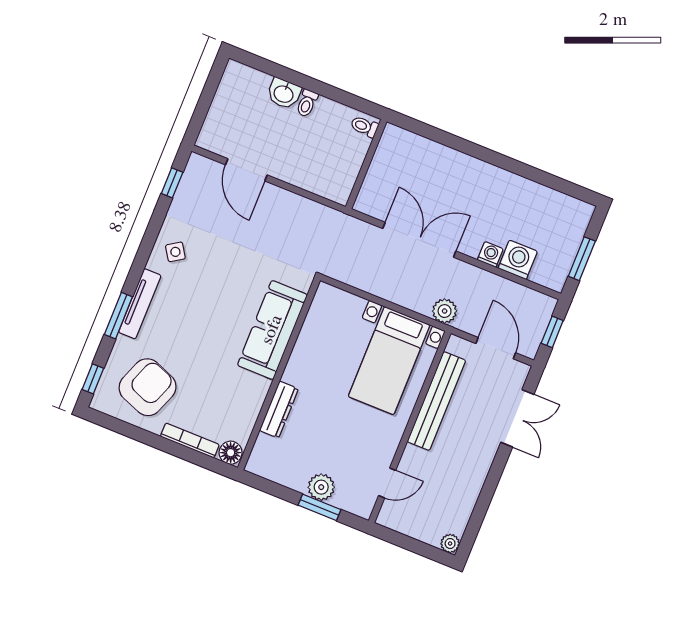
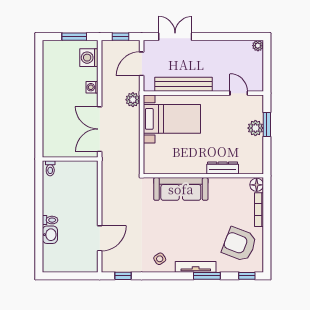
toilet: (364, 127) -> (50, 168), moved
wall: (366, 164) -> (70, 159), moved
washing machine: (518, 260) -> (89, 58), moved

